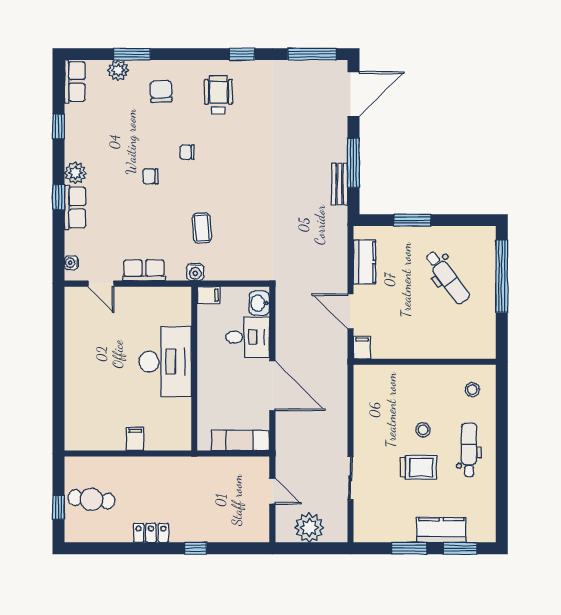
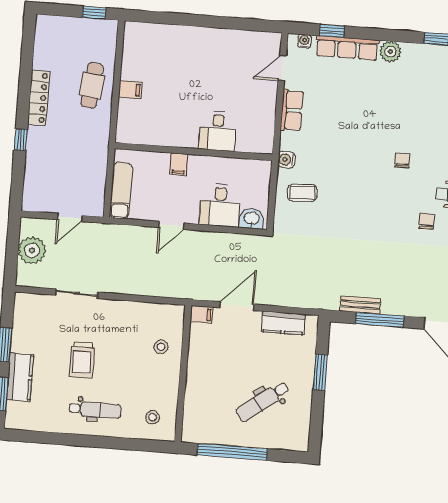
chair: (150, 176) -> (427, 222), moved
window: (59, 197) -> (332, 31), moved
row of seats: (75, 207) -> (347, 48), width x1.48
coffee table: (202, 228) -> (302, 193), moved
window: (502, 276) -> (232, 452), moved
filing cabinet: (209, 295) -> (179, 164), moved
desk: (165, 362) -> (218, 131), width x0.53, depth x0.77
door: (272, 386) -> (171, 225), width x0.53
stool: (423, 430) -> (161, 347), moved
cafe table: (91, 499) -> (92, 85), moved
window: (59, 507) -> (94, 13), moved
locker: (151, 533) -> (39, 98), width x1.53

